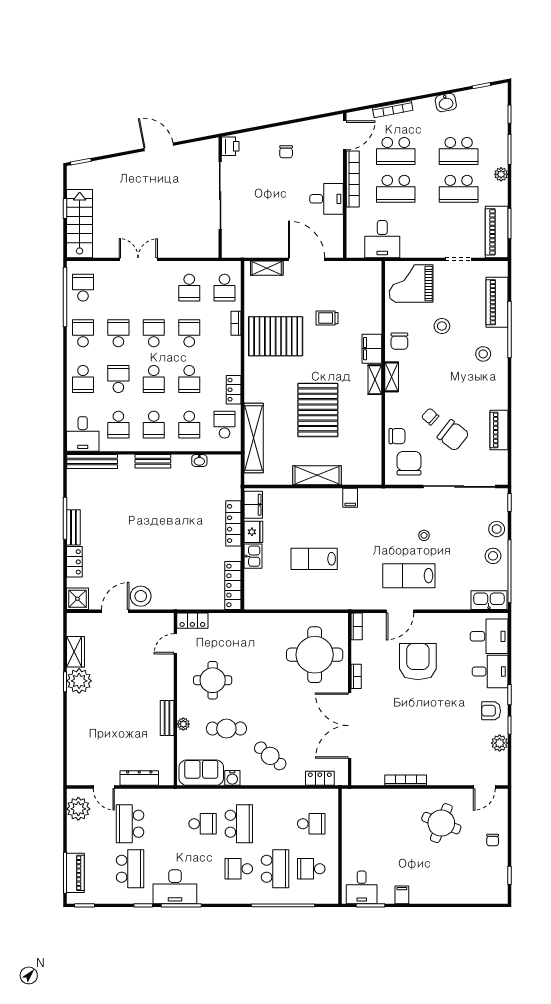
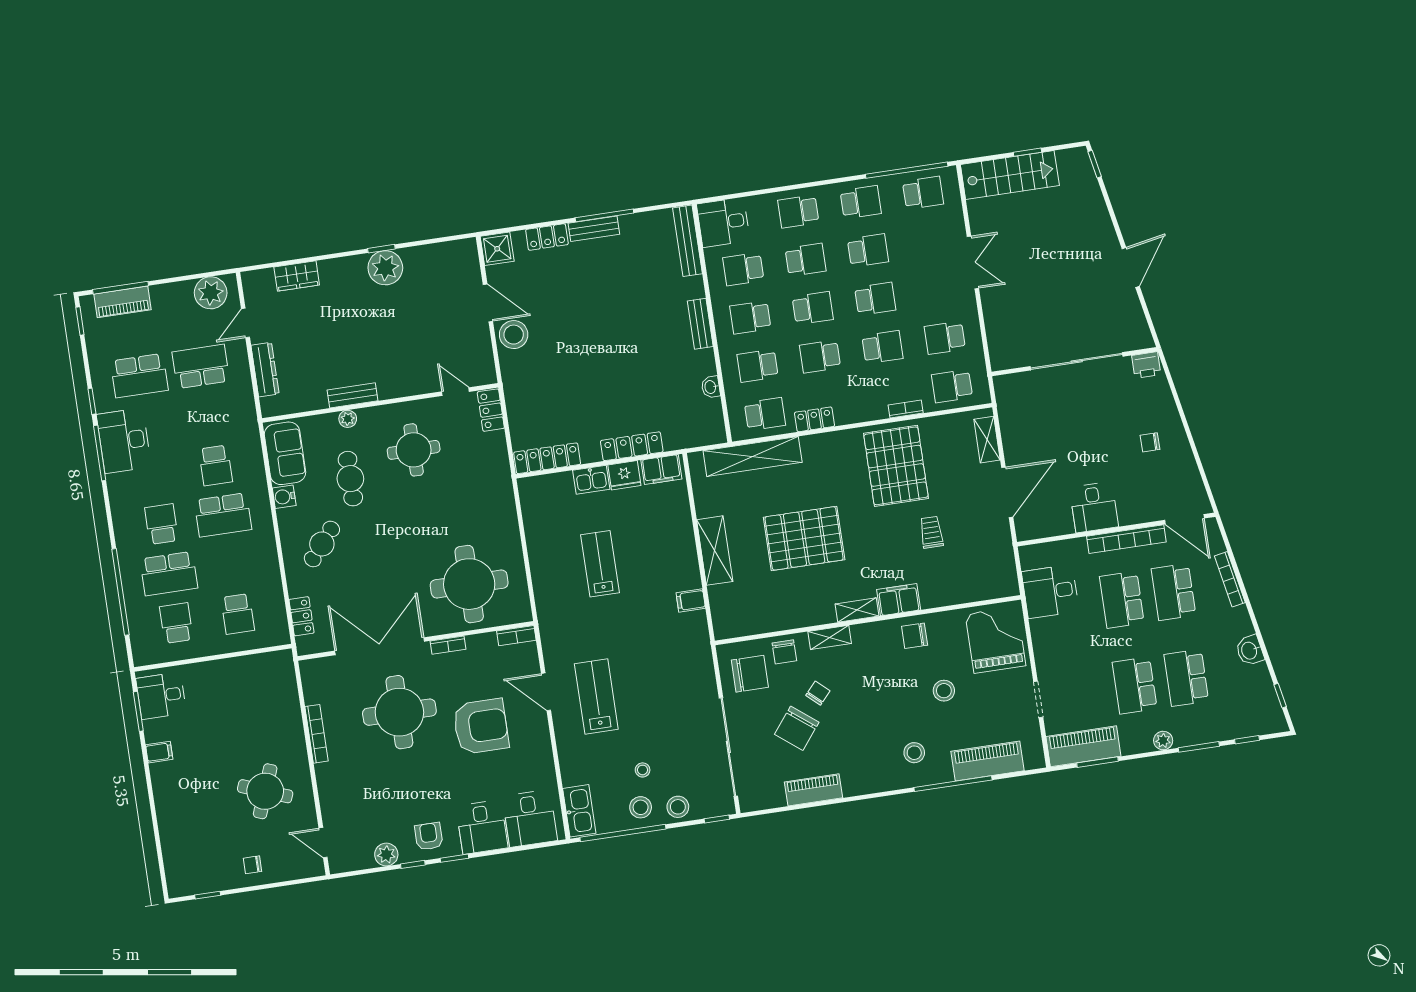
shelving: (392, 377) -> (830, 637), moved
school desk: (154, 379) -> (813, 308), turned 180
stool: (424, 535) -> (643, 770), moved
wardrobe: (76, 652) -> (297, 276), moved
round table: (399, 718) -> (399, 712), added

